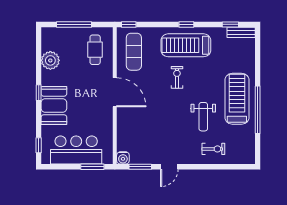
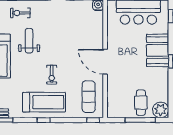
cafe table: (95, 50) -> (141, 103), moved
plant: (50, 60) -> (161, 110), moved

